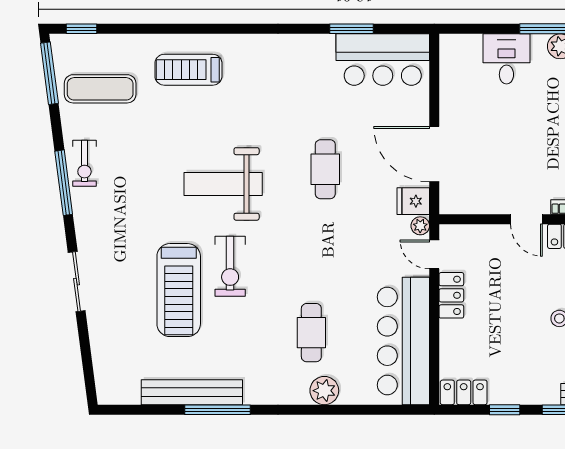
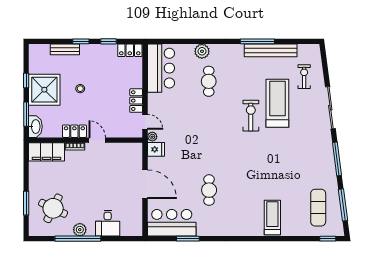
treadmill: (188, 70) -> (272, 217), turned -90
window: (49, 73) -> (343, 205), moved
exercise mat: (100, 89) -> (318, 208), turned 90
door: (434, 154) -> (145, 184), moved
exercise bike: (84, 163) -> (304, 77), moved
cafe table: (325, 169) -> (209, 190), moved
weight bench: (223, 184) -> (254, 158), removed
sliding door: (77, 282) -> (330, 108), width x1.37
bar counter: (403, 341) -> (161, 68), width x0.73

